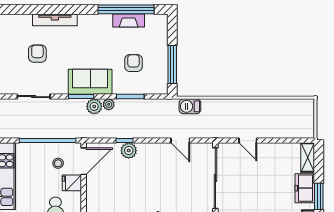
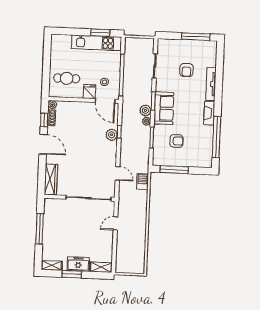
fireplace: (129, 21) -> (209, 113), moved
armchair: (37, 54) -> (186, 70), turned 90
door: (180, 140) -> (118, 173), swing flipped

